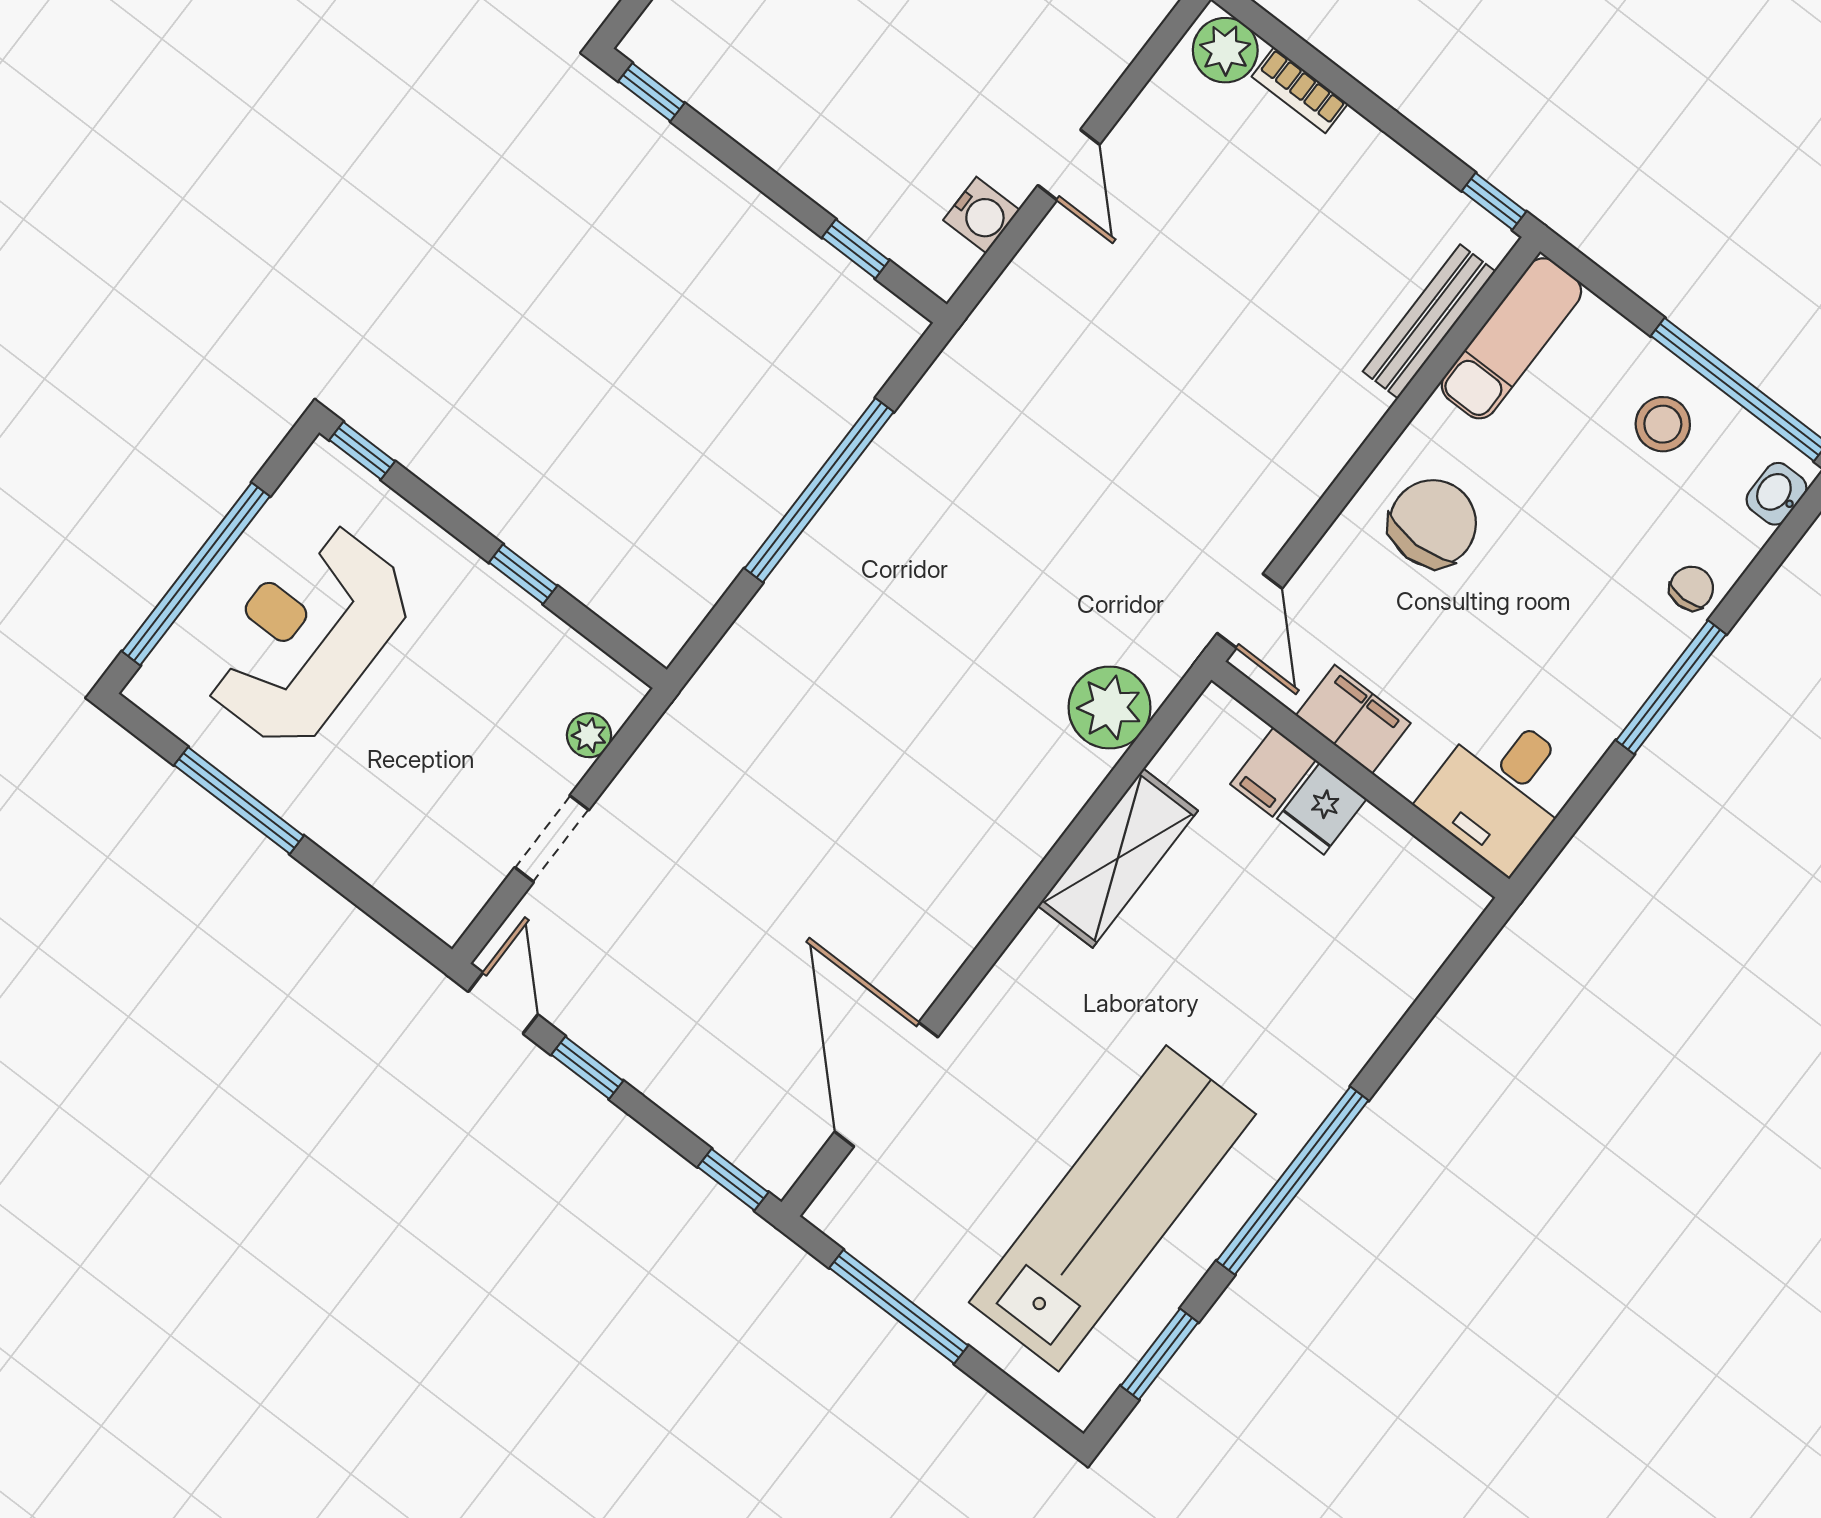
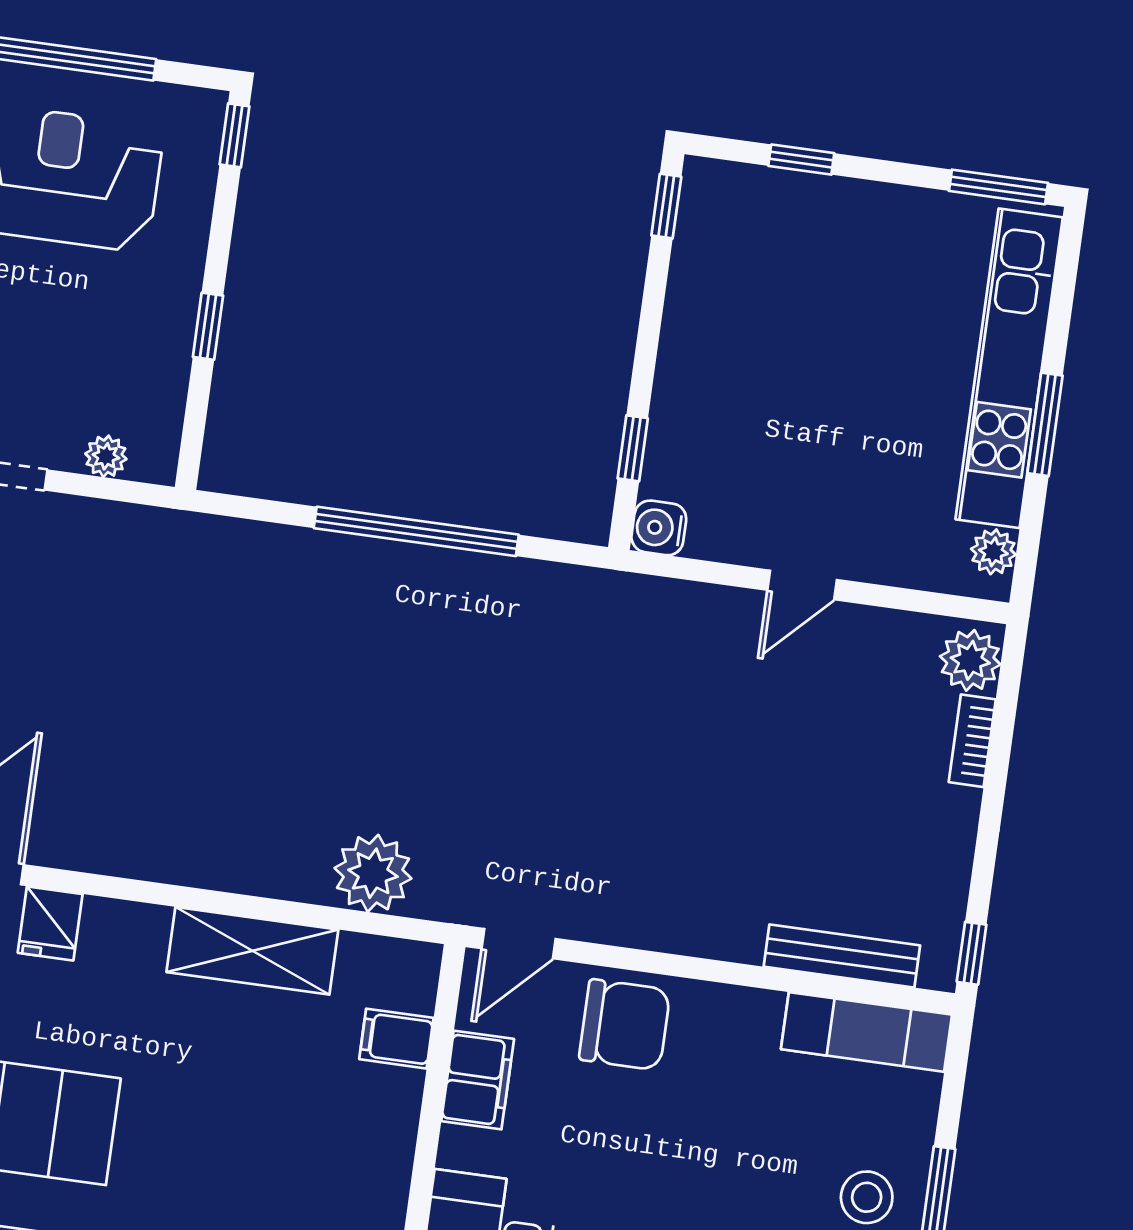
water cooler: (981, 215) -> (659, 528), moved, turned 90
chair: (1433, 523) -> (625, 1025), moved
fridge: (1322, 809) -> (50, 923), moved, turned -90

